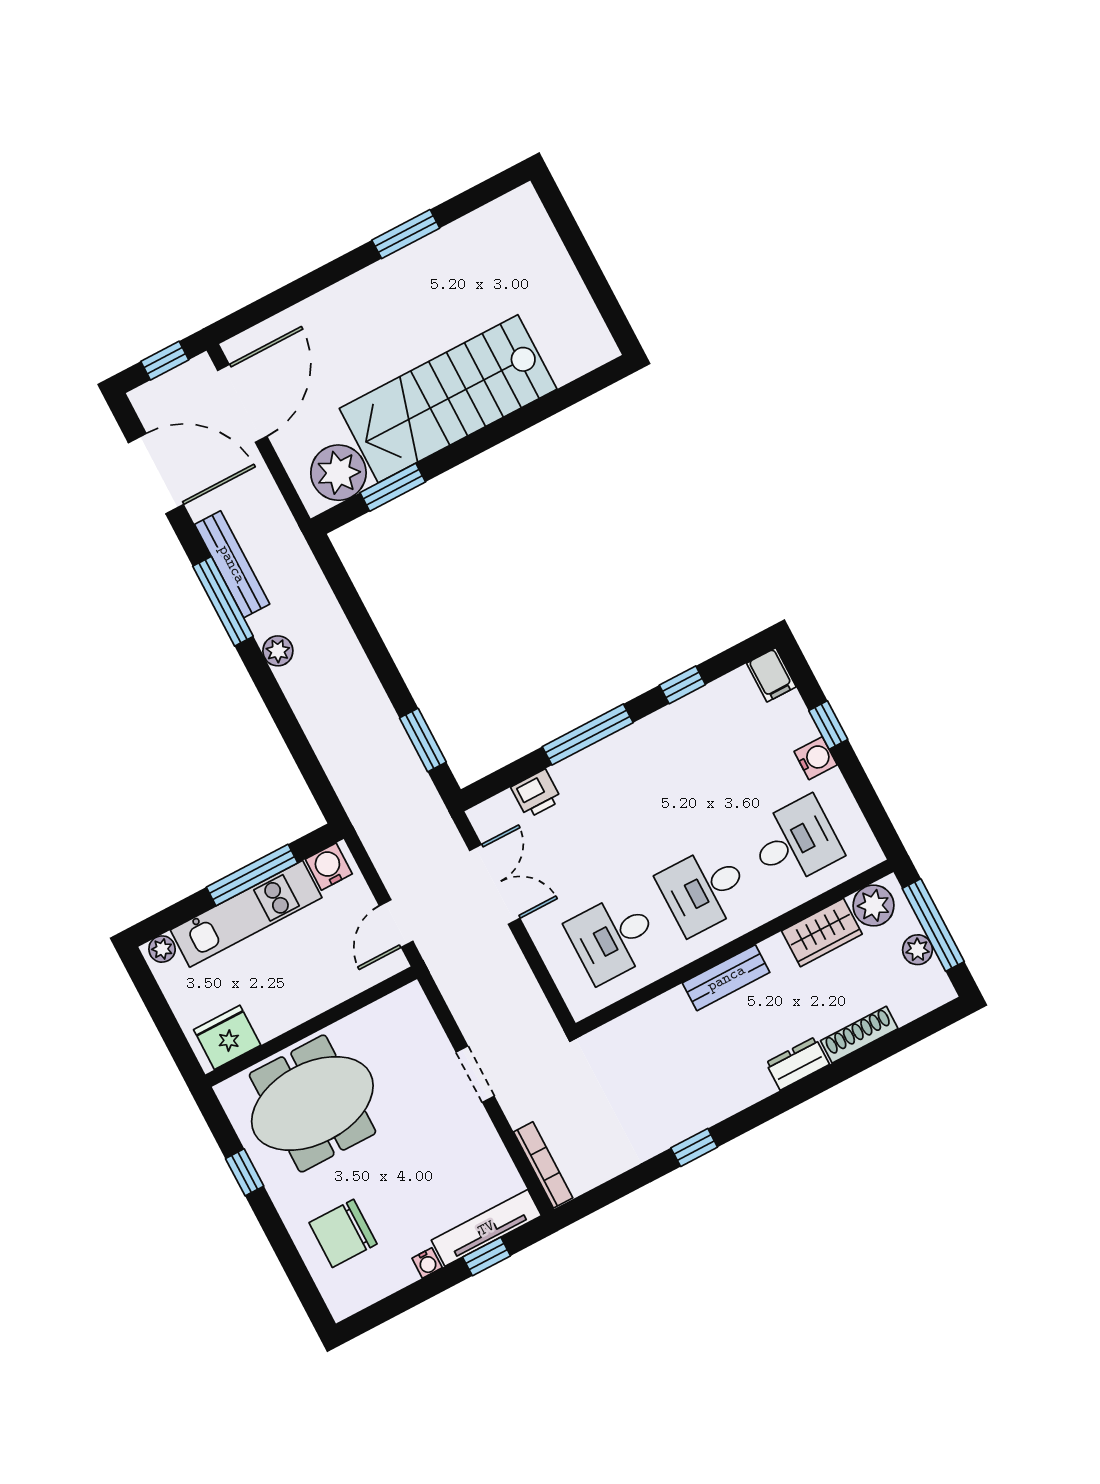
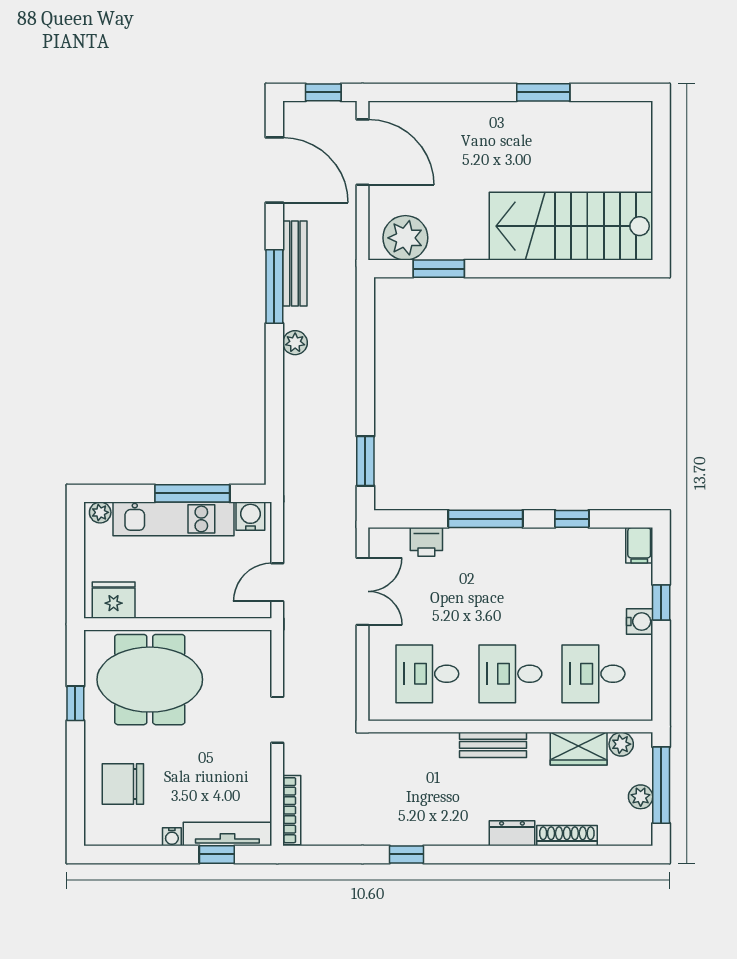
stairs: (448, 399) -> (571, 226), moved
door: (242, 403) -> (363, 152), hinge flipped
desk: (795, 842) -> (594, 674), turned 180
plant: (873, 906) -> (621, 744), width x0.73, depth x0.73

